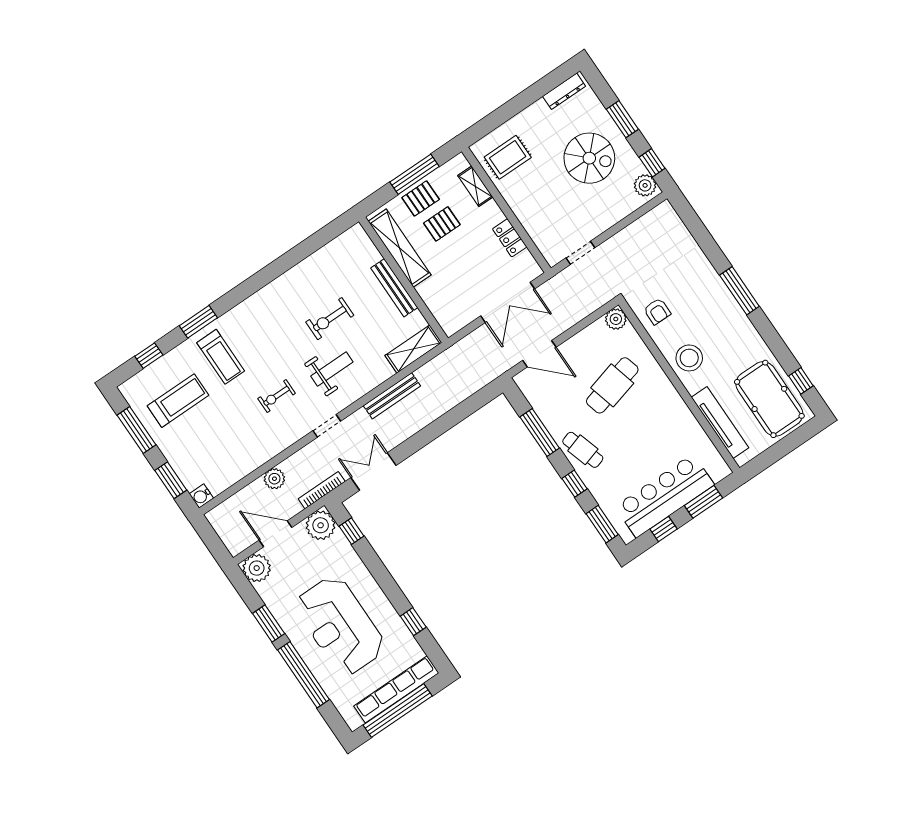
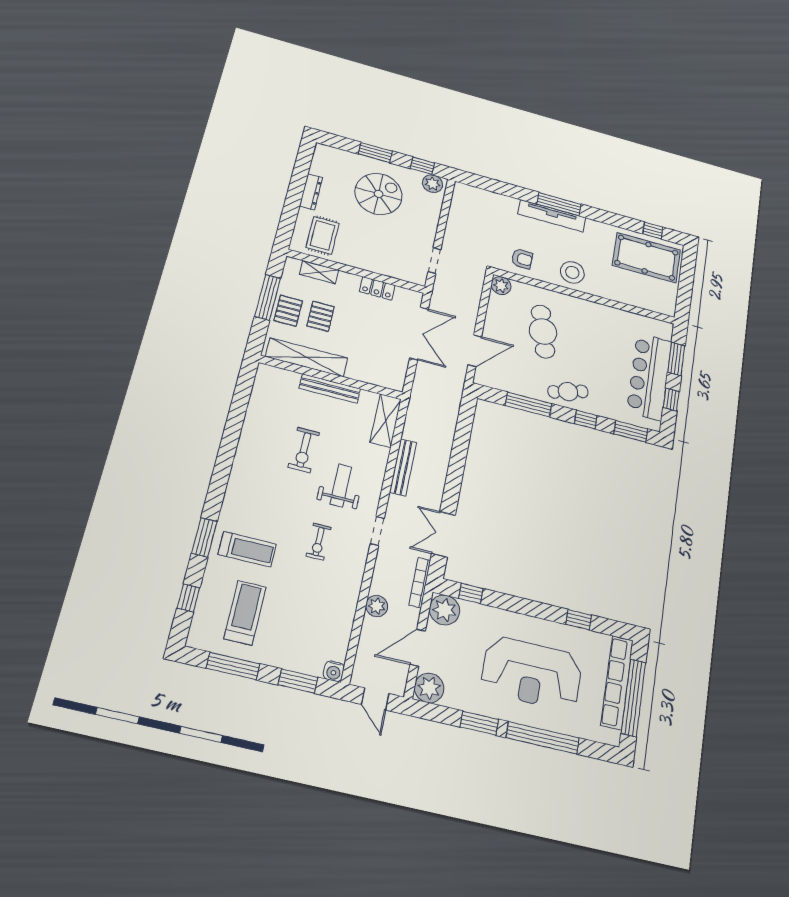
dresser: (564, 91) -> (311, 192), moved
tv unit: (720, 423) -> (552, 216), moved, turned 180
door: (212, 541) -> (375, 699), added

